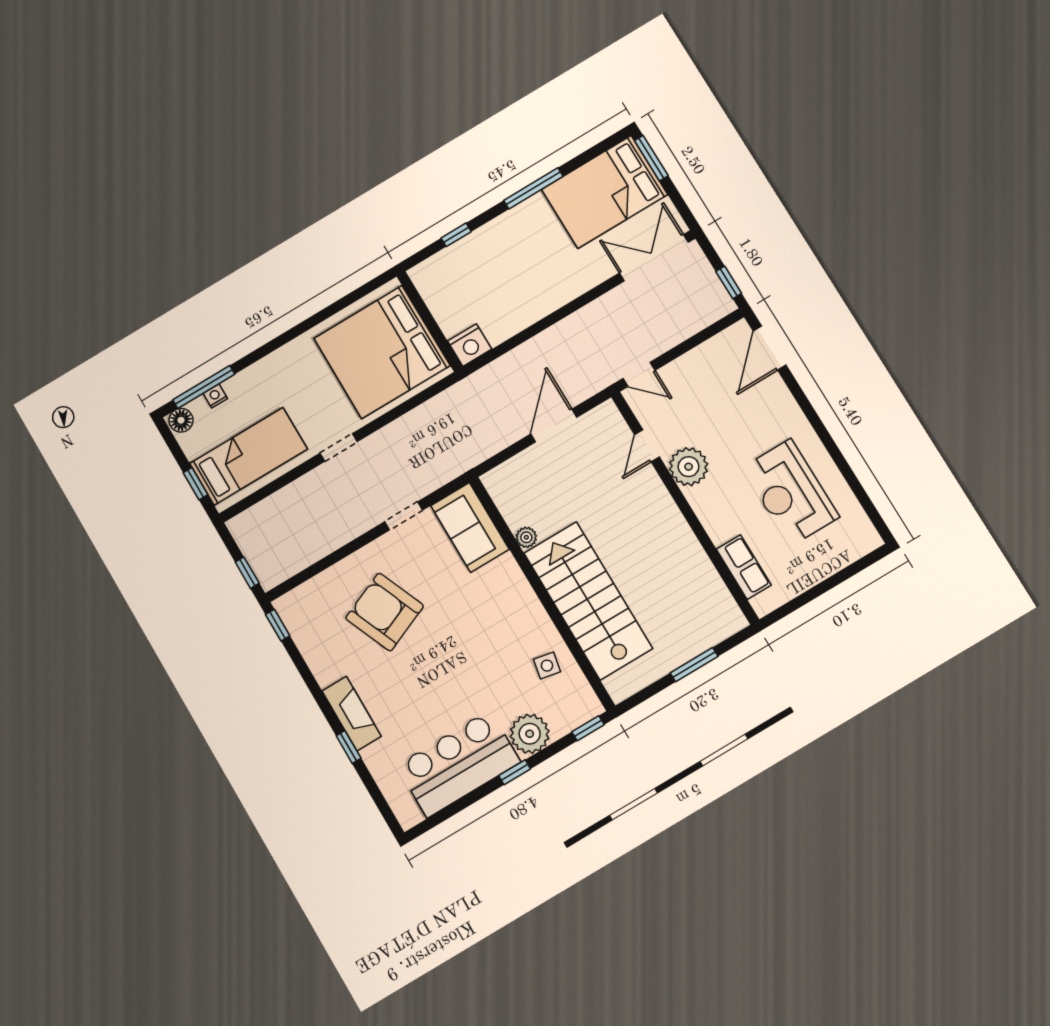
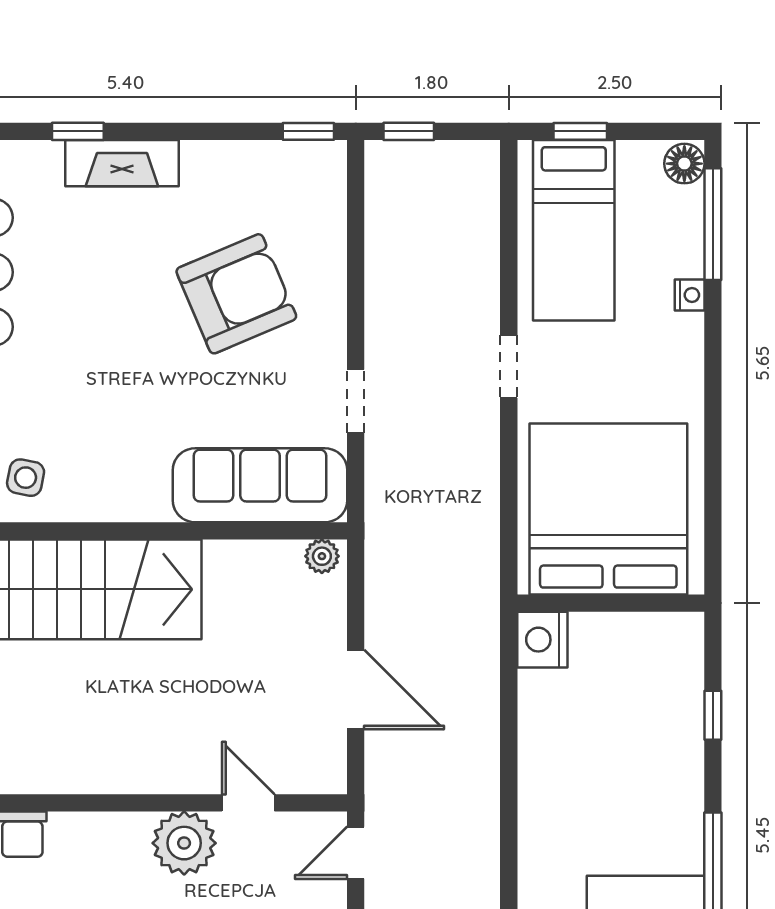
nightstand: (215, 396) -> (690, 295), moved
sofa: (470, 527) -> (260, 485), width x1.36
plant: (526, 537) -> (322, 556), moved

